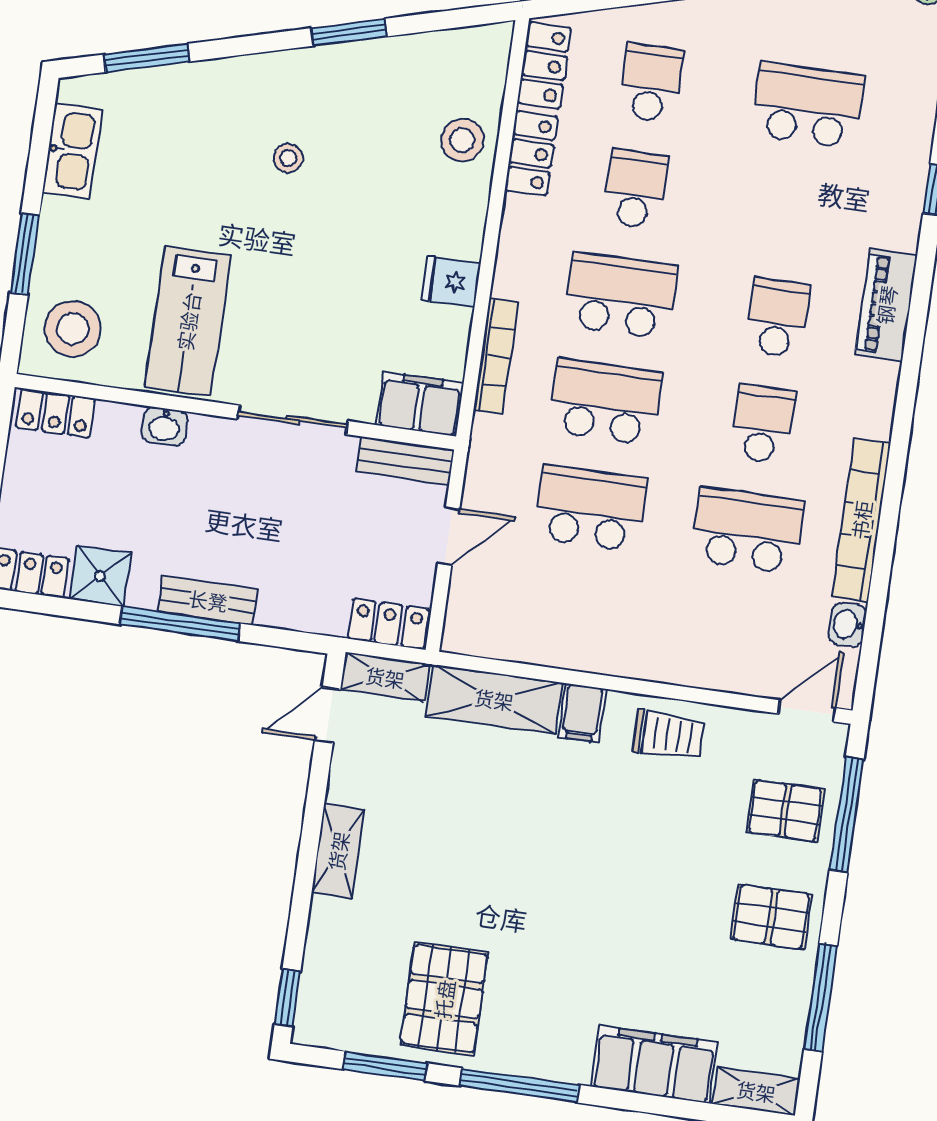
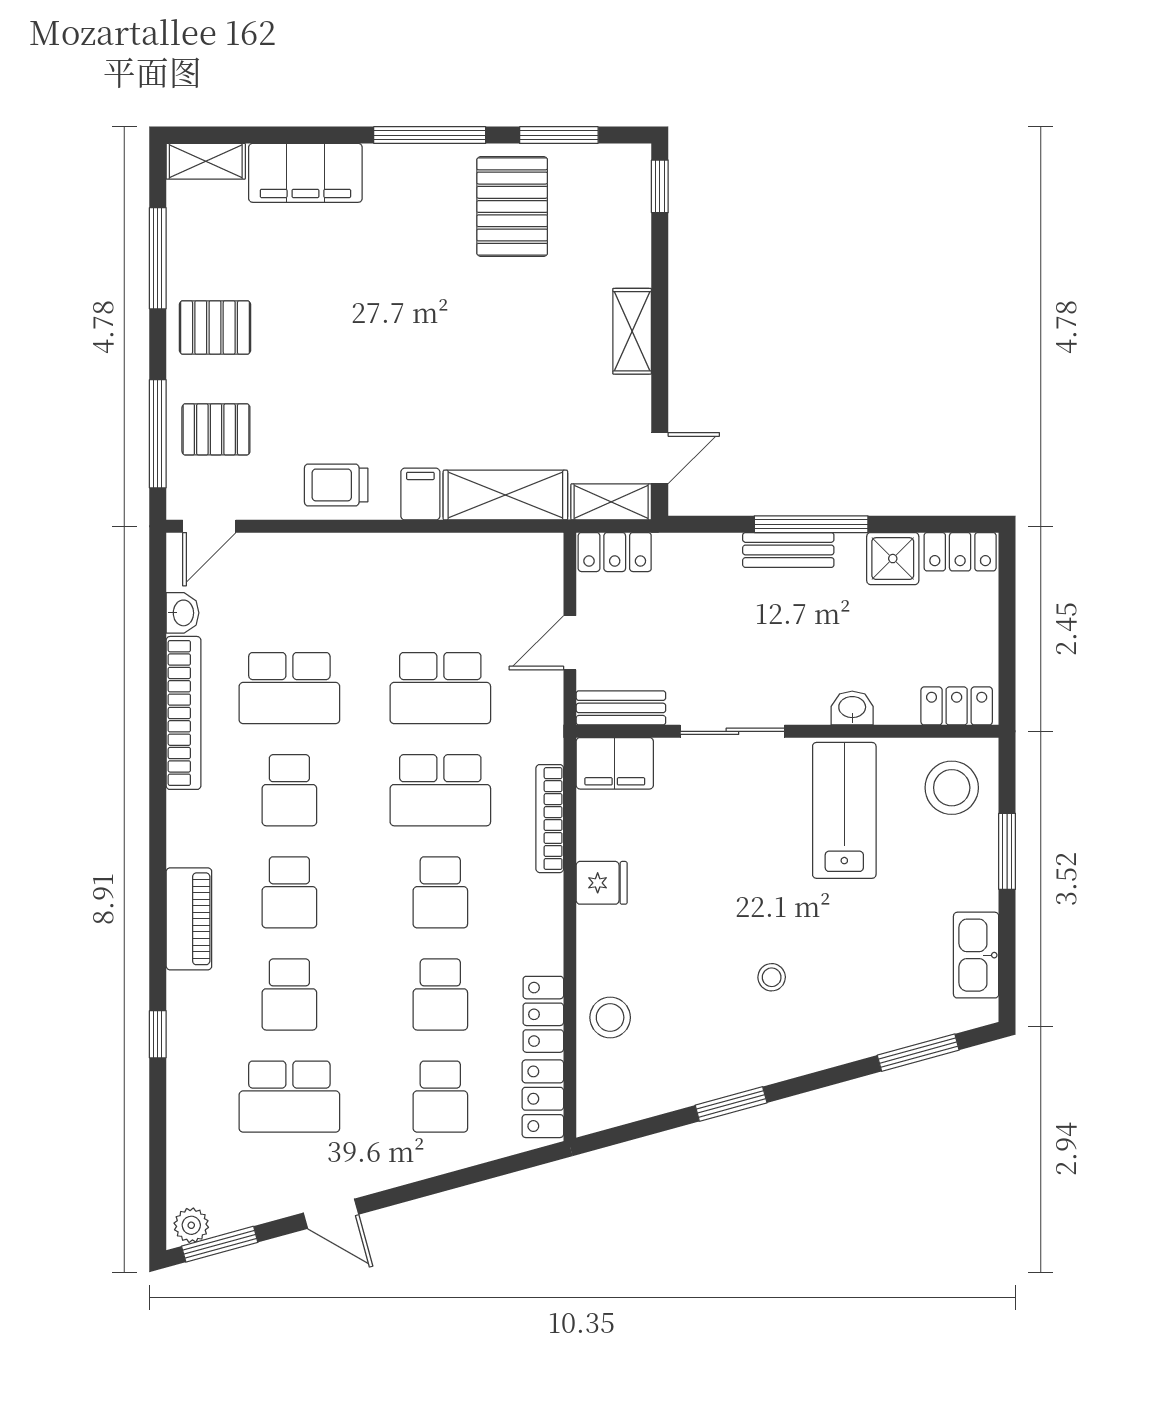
school desk: (793, 212) -> (289, 994), added
school desk: (620, 296) -> (440, 892), width x0.54

